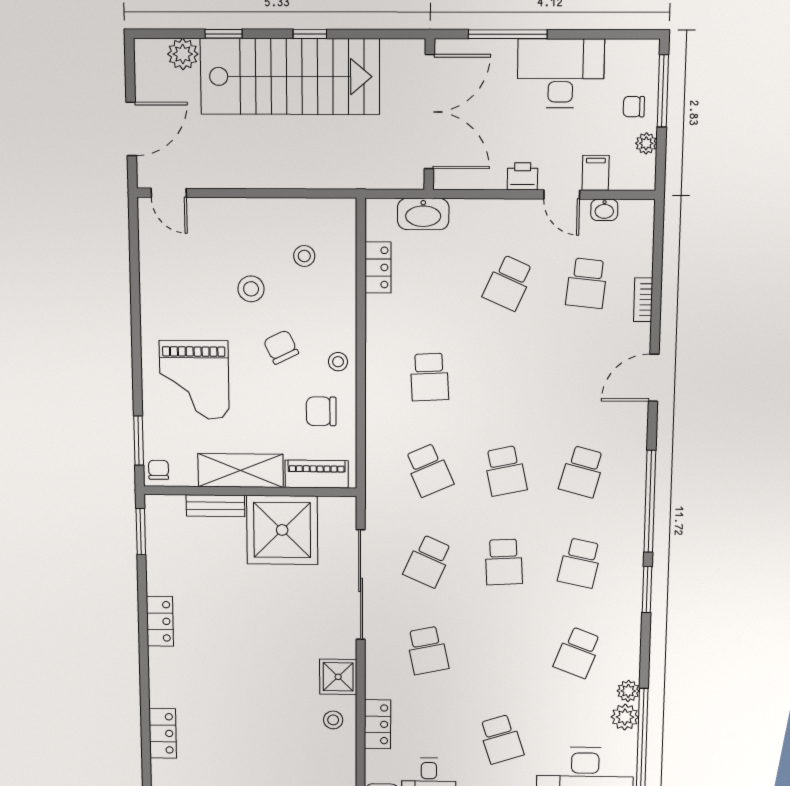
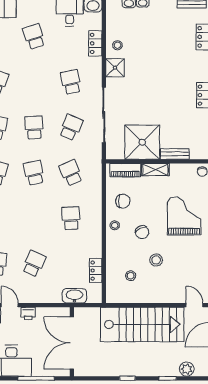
stairs: (290, 77) -> (142, 324), moved, turned 180
shelving: (241, 470) -> (155, 170), width x0.67, depth x0.75

